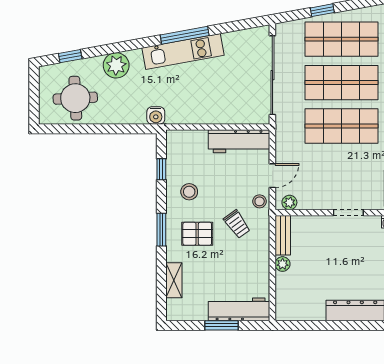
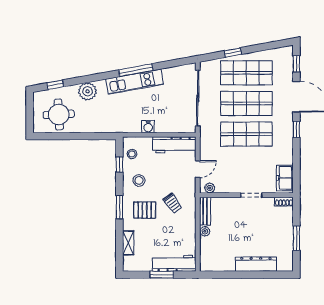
water cooler: (156, 115) -> (148, 127), moved
stool: (260, 201) -> (132, 154), moved

